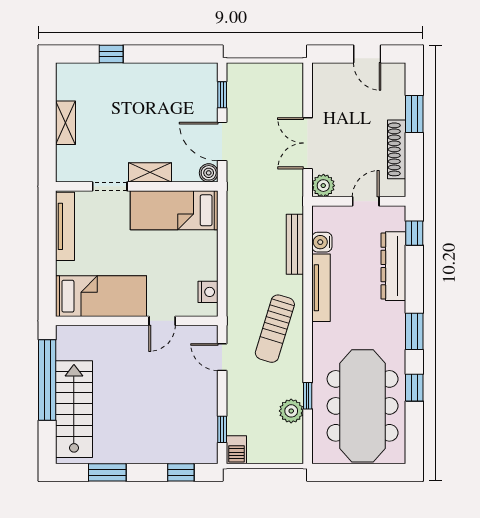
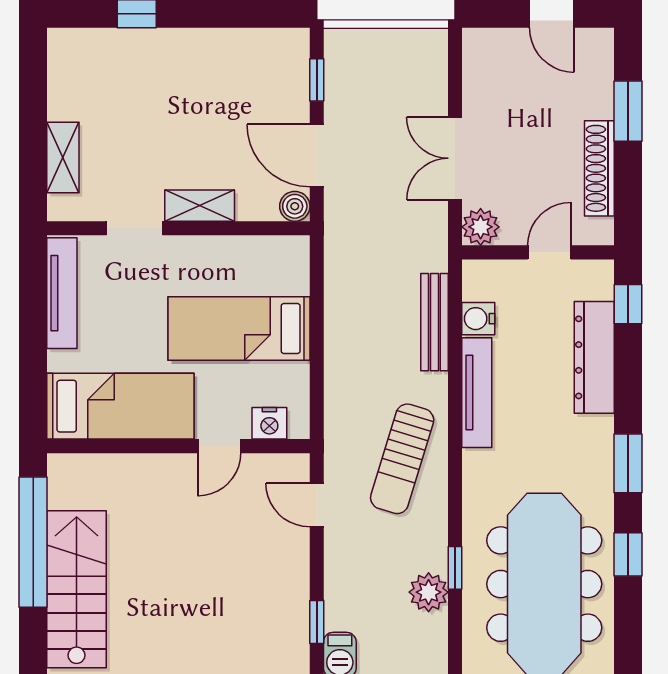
shelving: (66, 123) -> (63, 158), moved
bed: (174, 210) -> (239, 329), moved
nightstand: (208, 292) -> (269, 423), moved, turned 90

